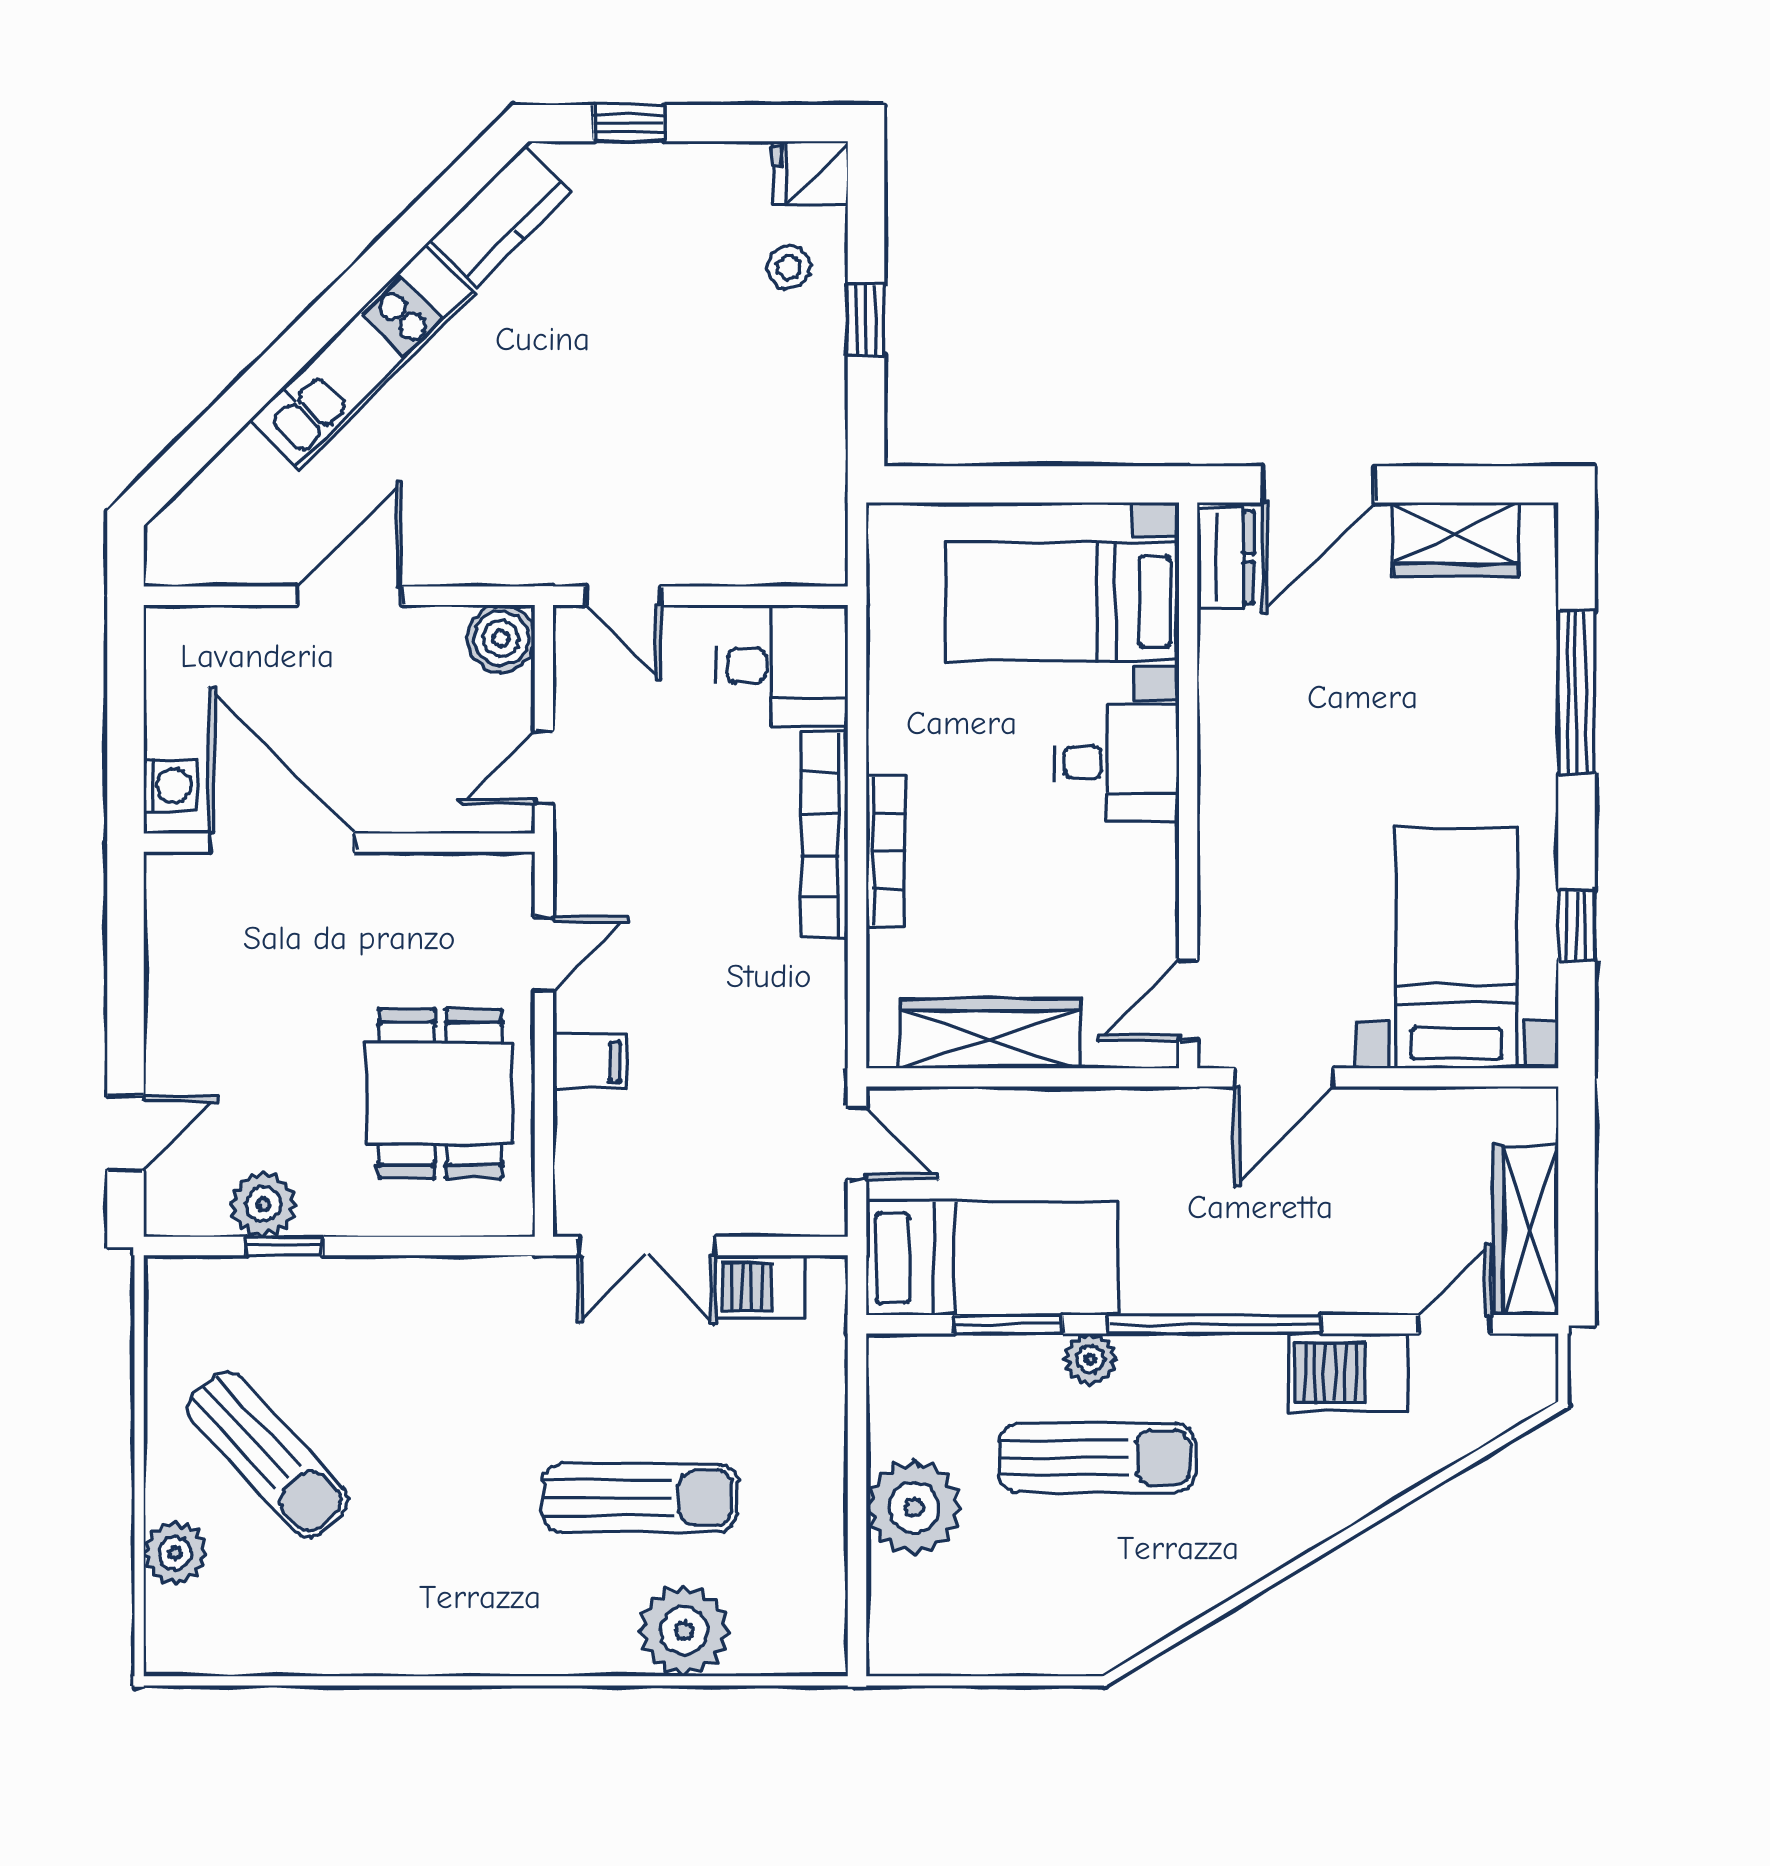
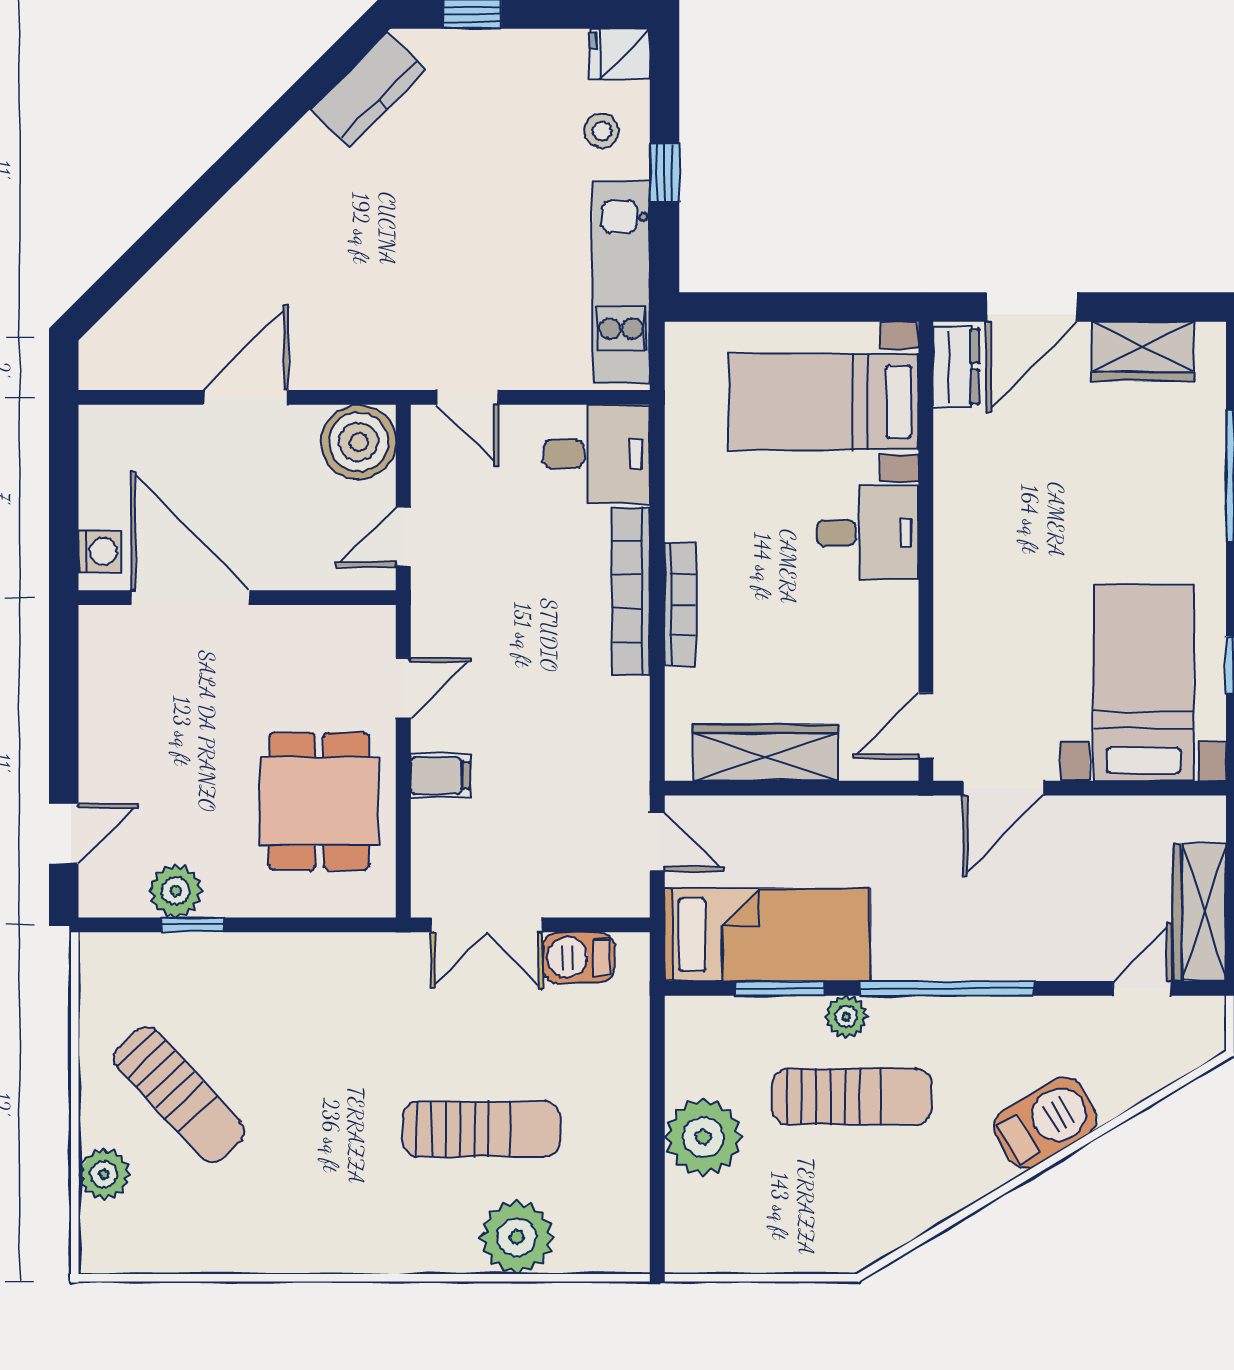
kitchen unit: (362, 357) -> (621, 282), moved, turned 135
boiler: (501, 638) -> (359, 442), width x1.37, depth x1.37
barbecue: (1348, 1373) -> (1045, 1123), moved, turned 149

